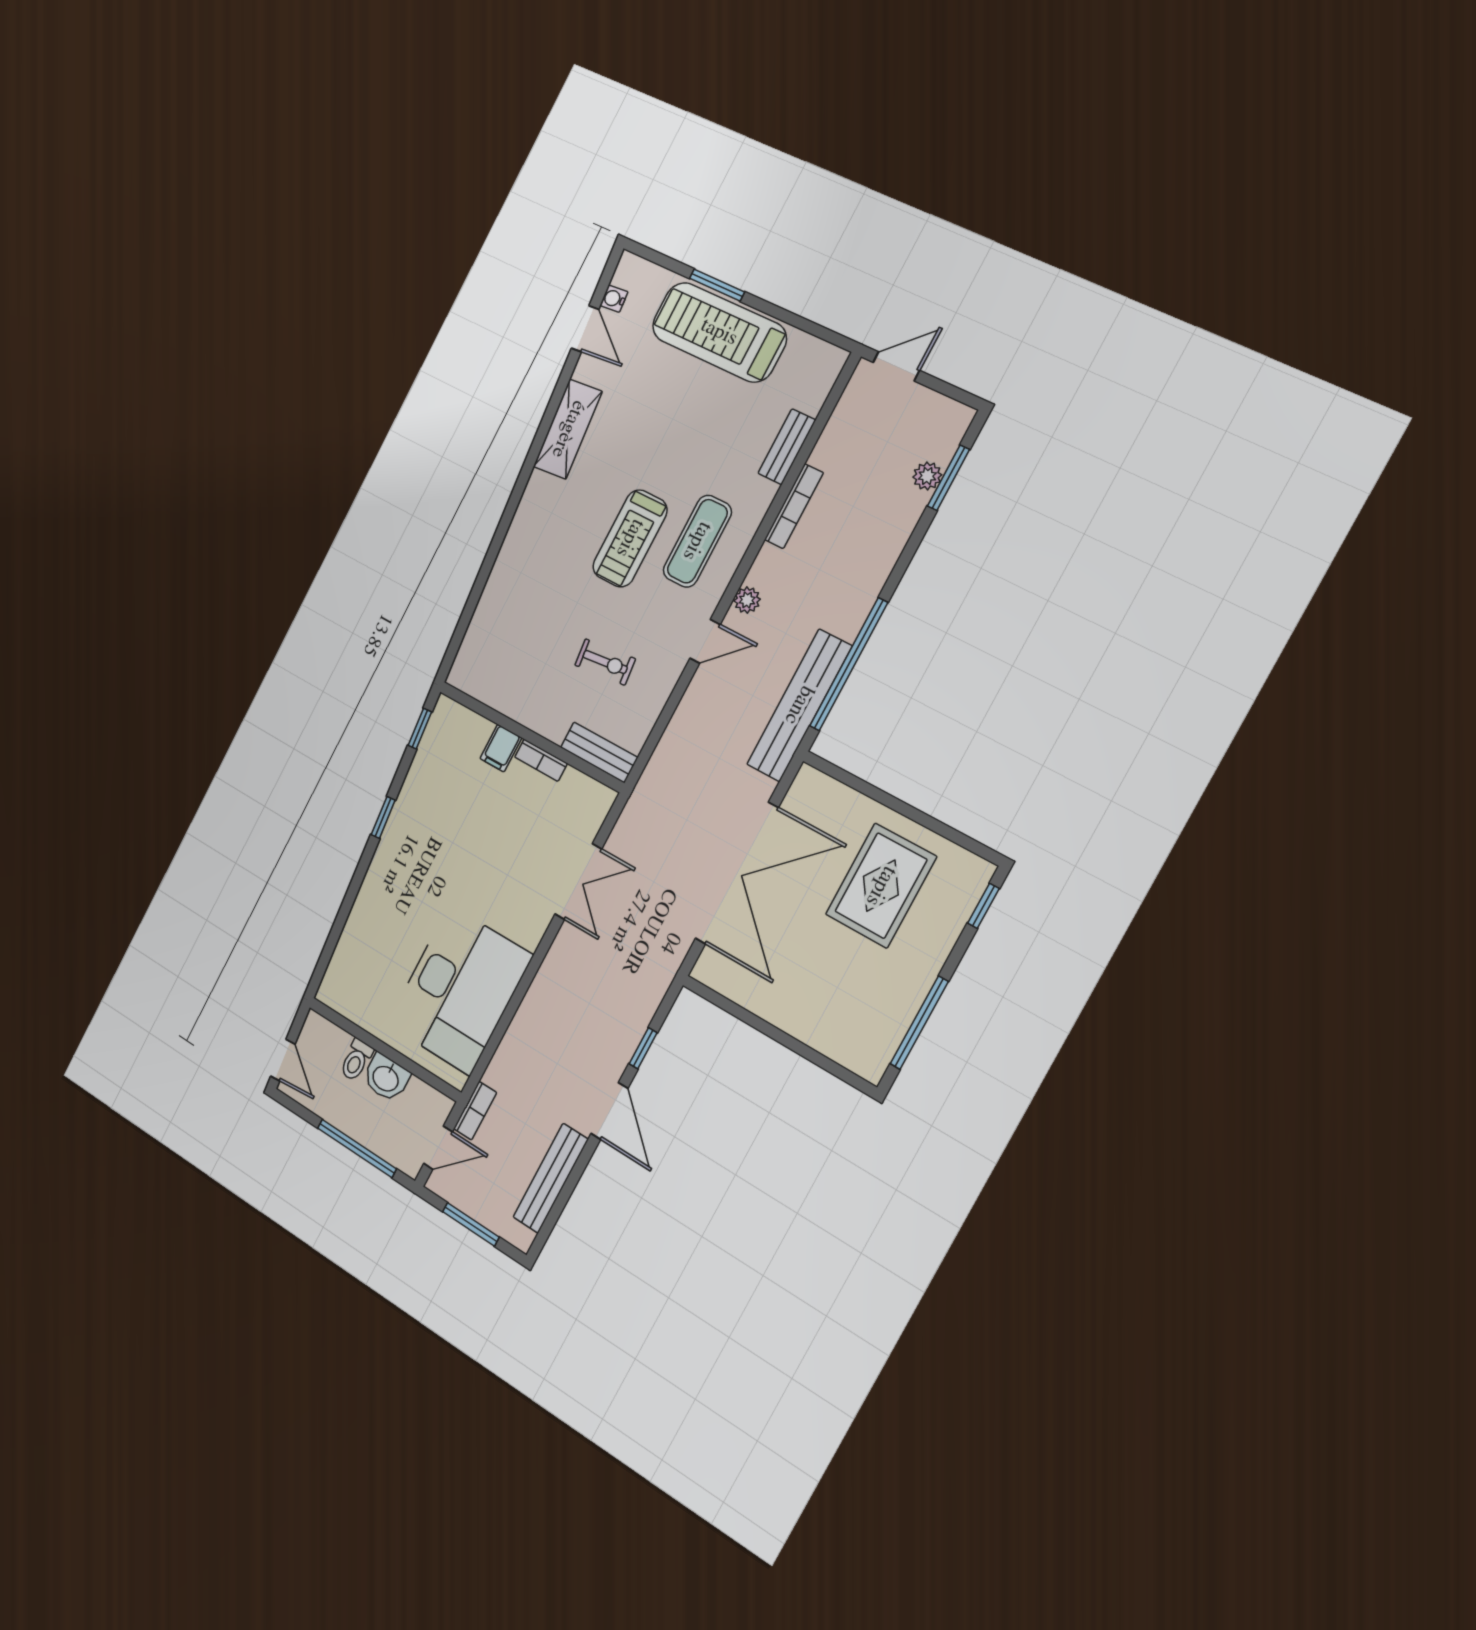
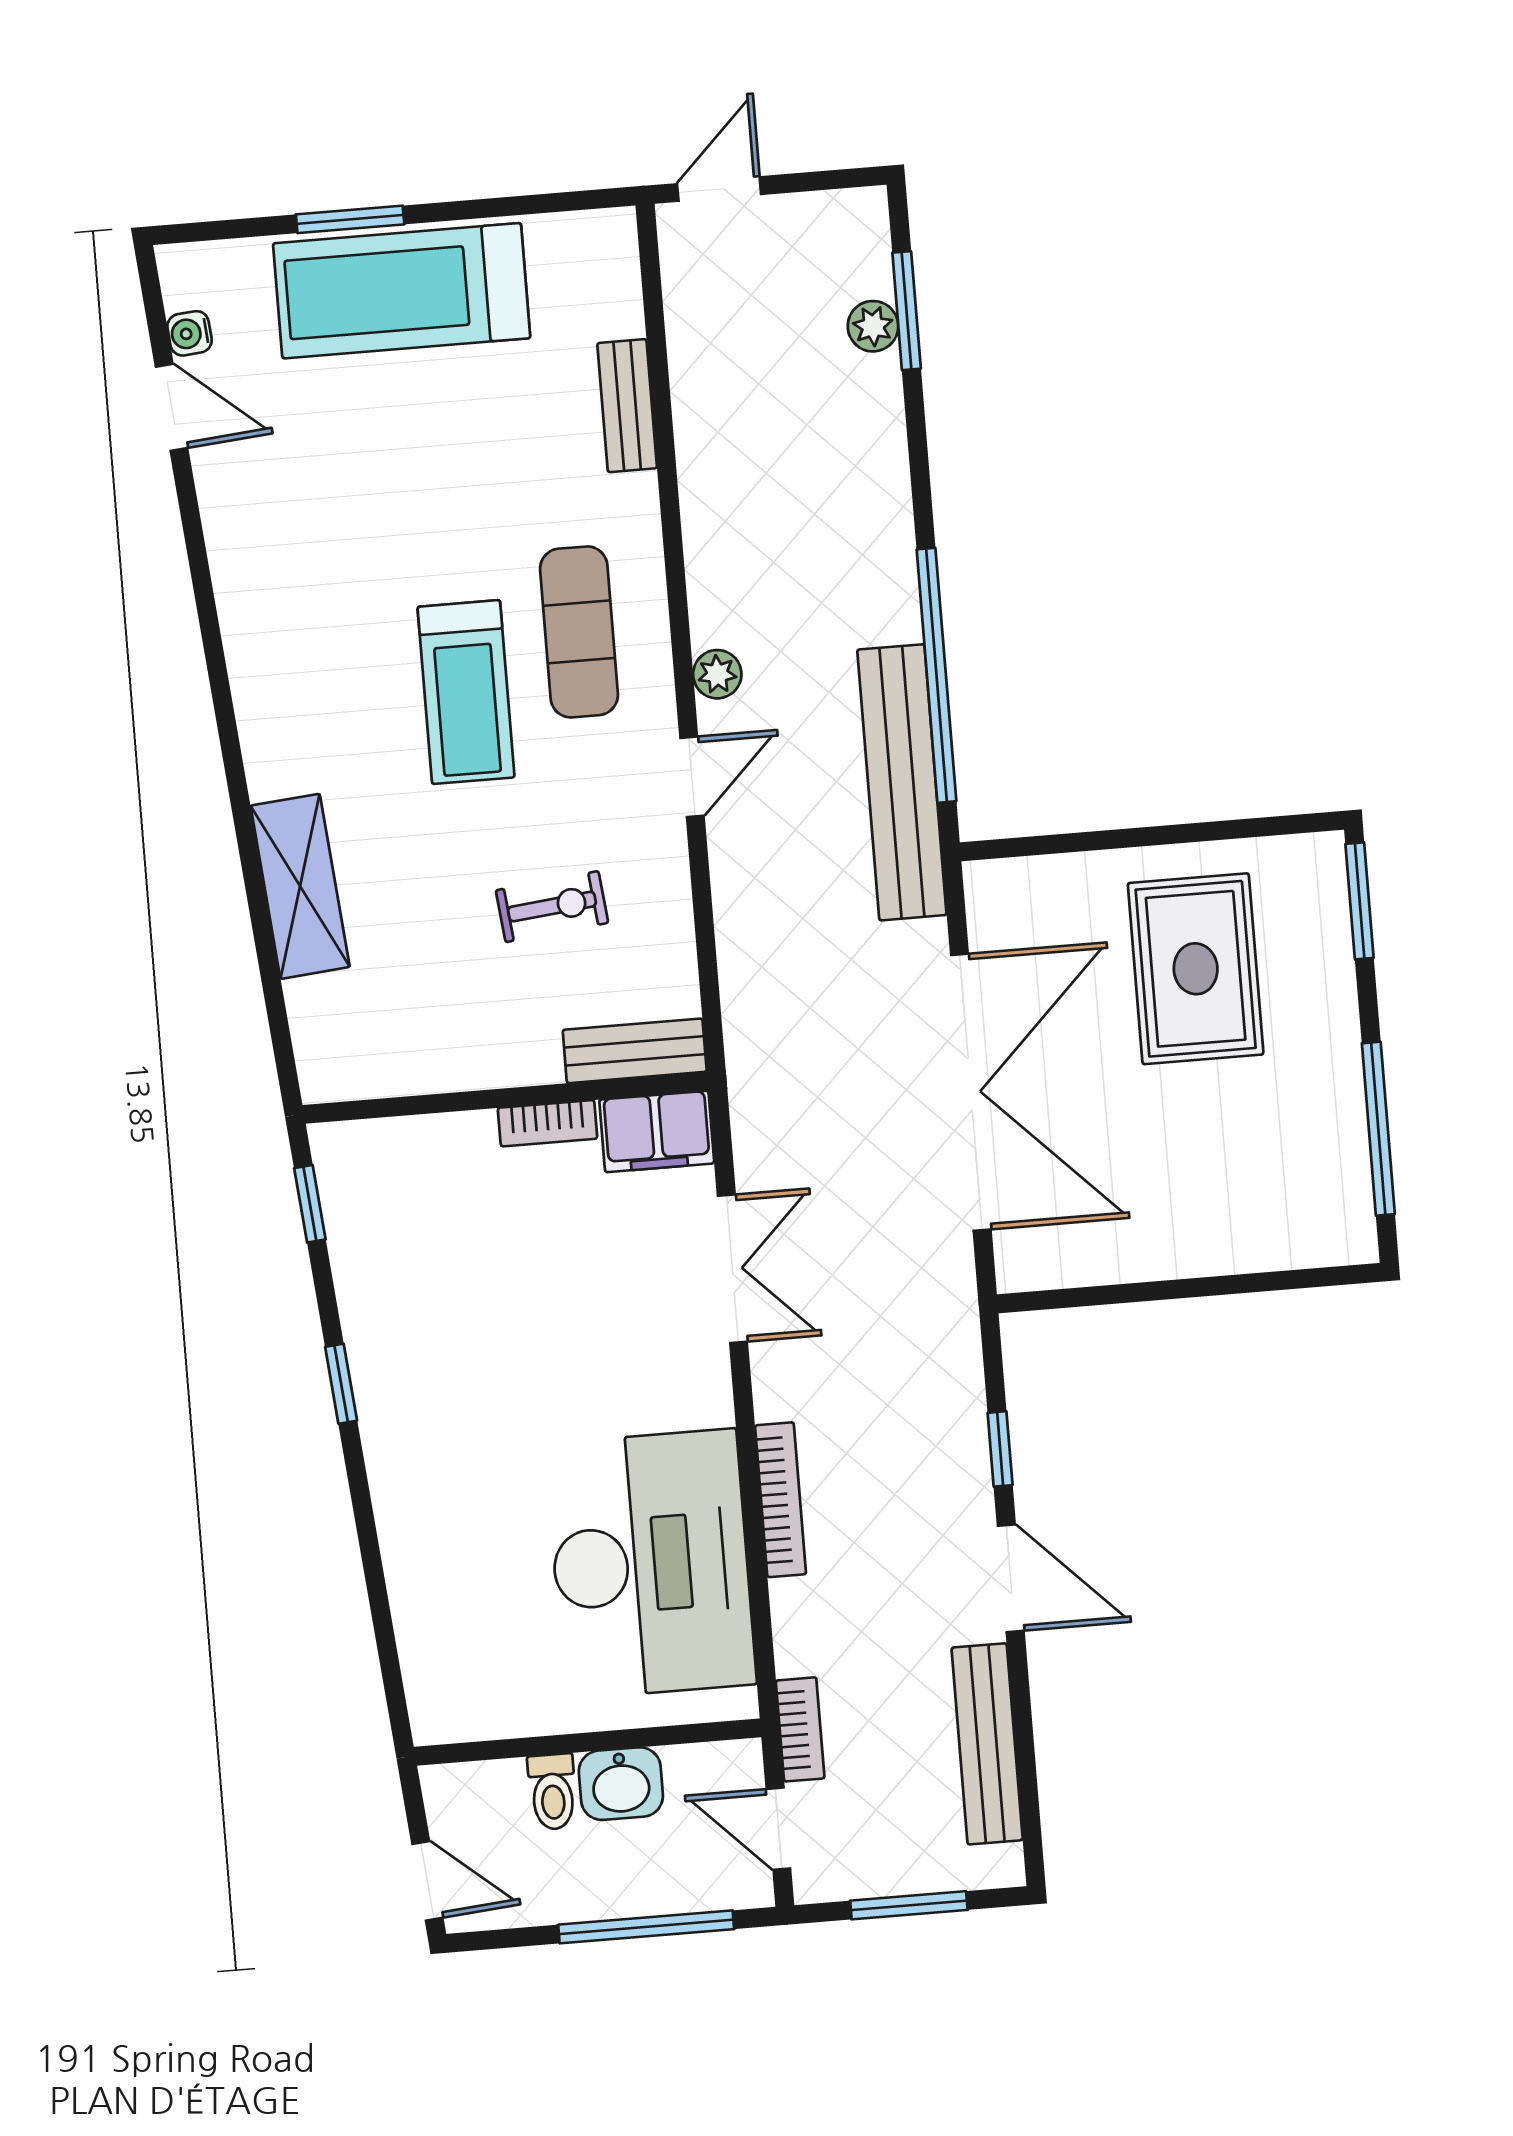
shelving: (568, 429) -> (300, 886), moved
bookcase: (794, 506) -> (780, 1500), moved
filing cabinet: (501, 748) -> (657, 1131), moved, width x2.00
window: (983, 906) -> (1360, 901), width x1.50
door: (438, 1148) -> (778, 1829), swing flipped

